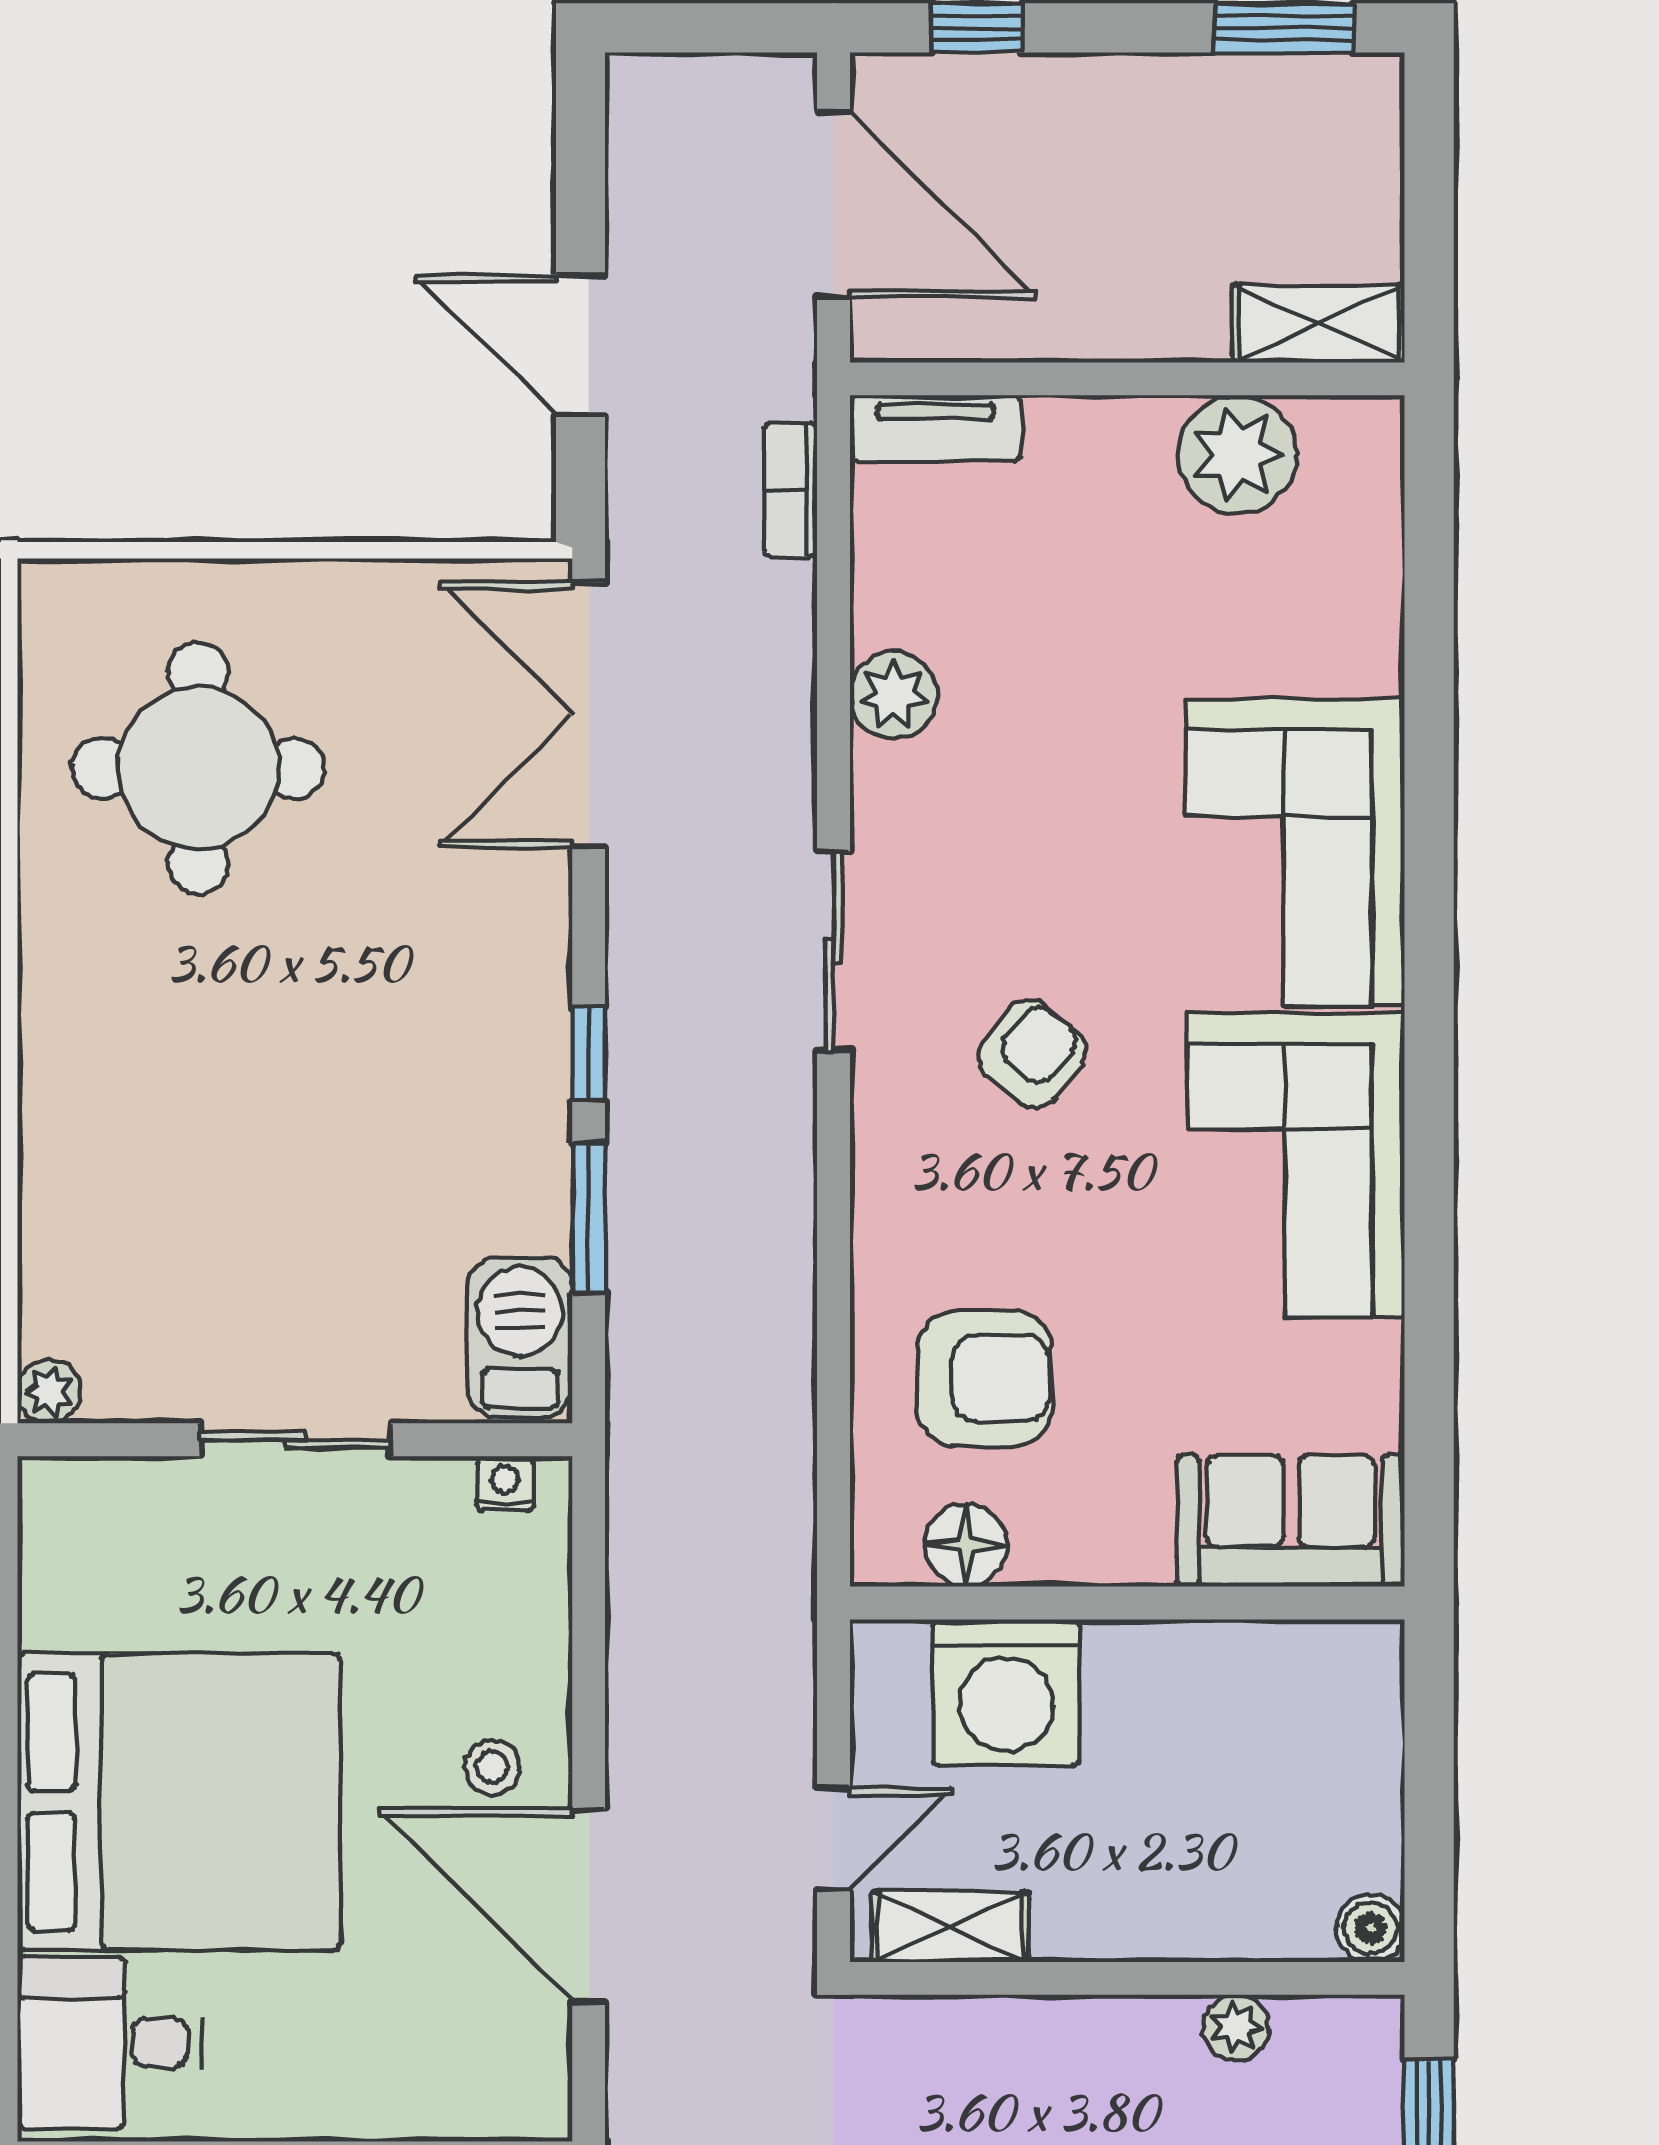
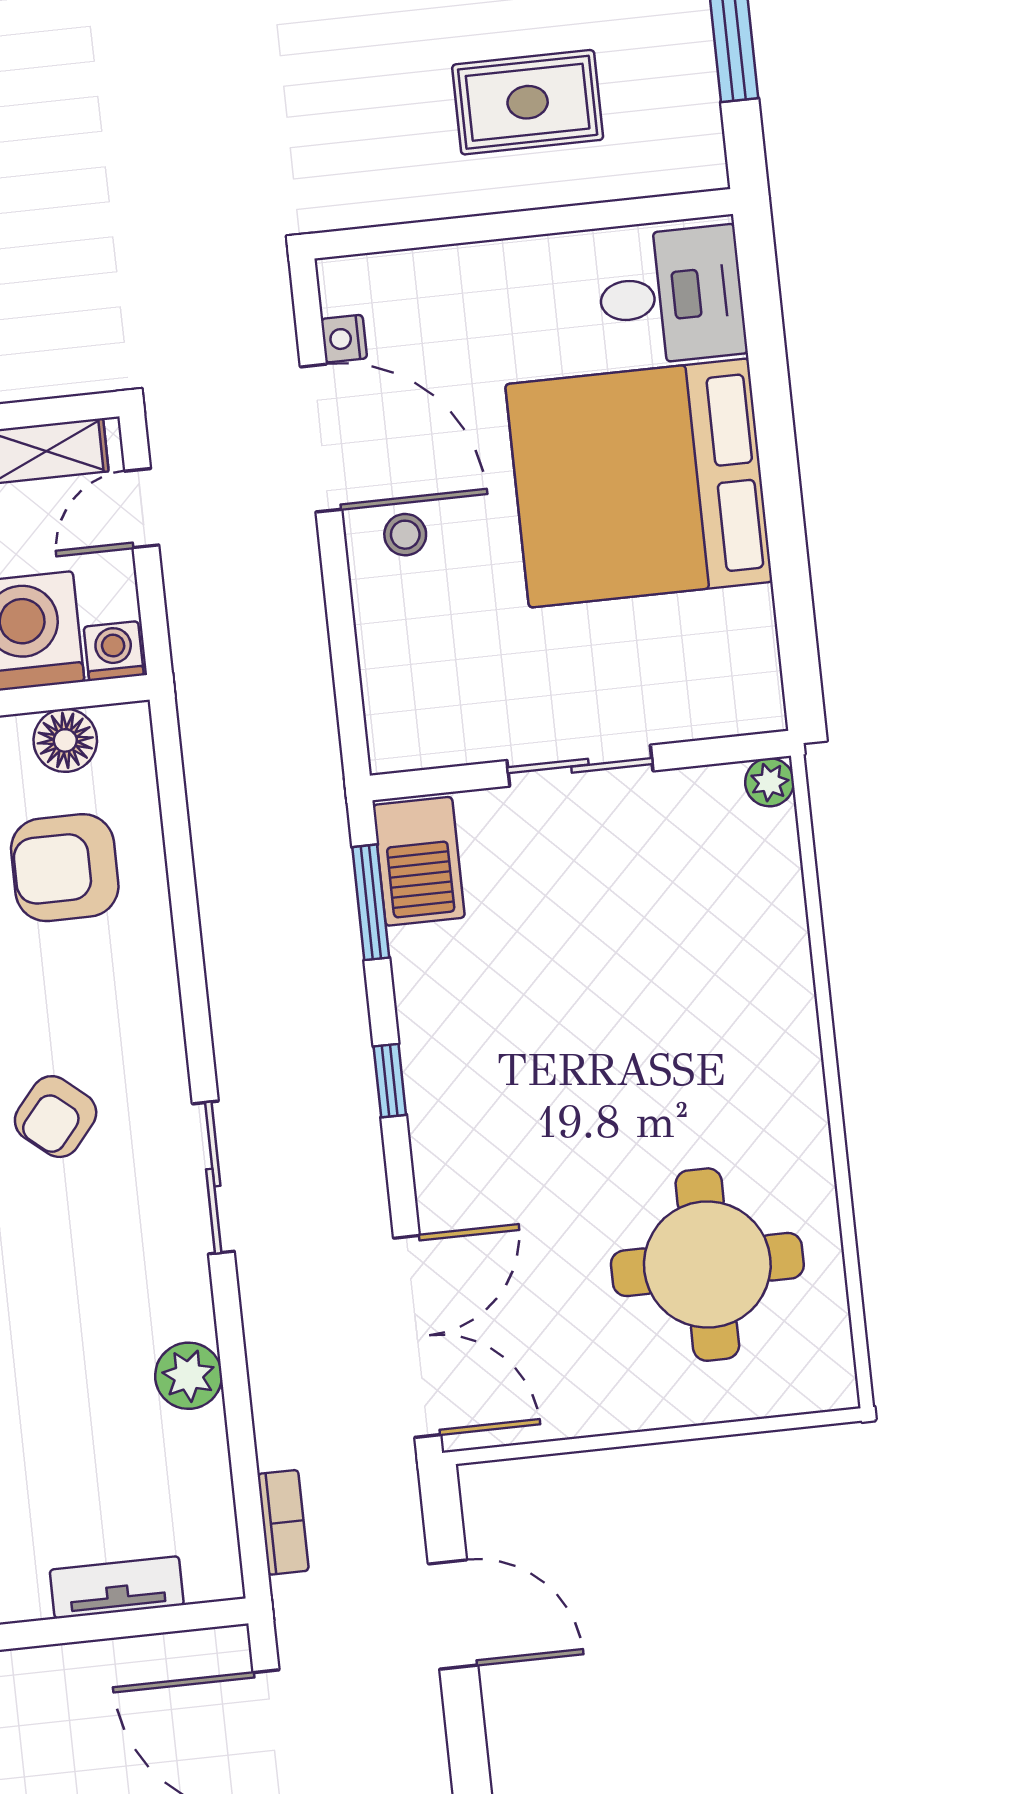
tv unit: (935, 428) -> (117, 1587), moved
window: (589, 1218) -> (371, 902), moved
nightstand: (505, 1484) -> (344, 339), moved, turned 90
washing machine: (890, 1655) -> (114, 651), added

